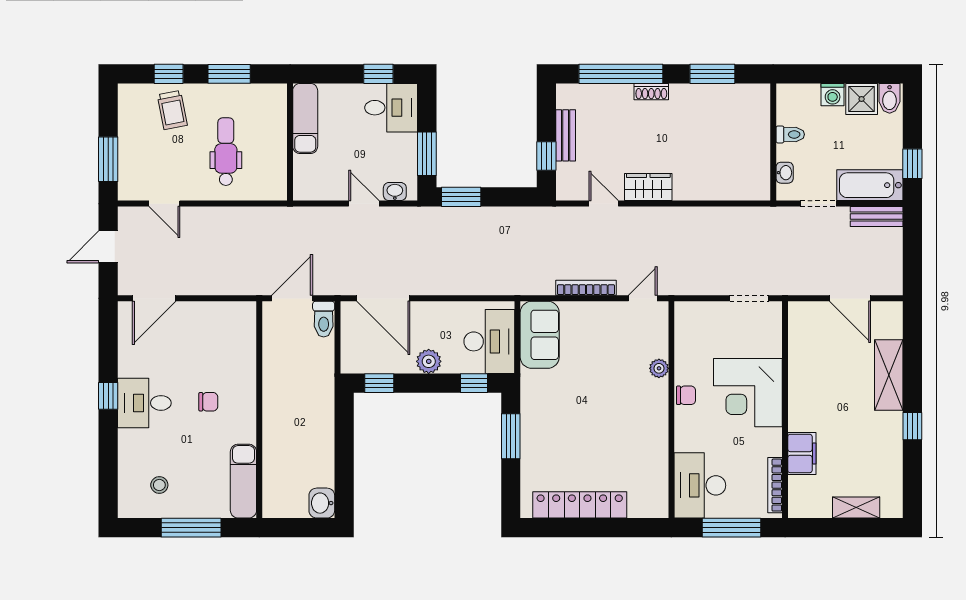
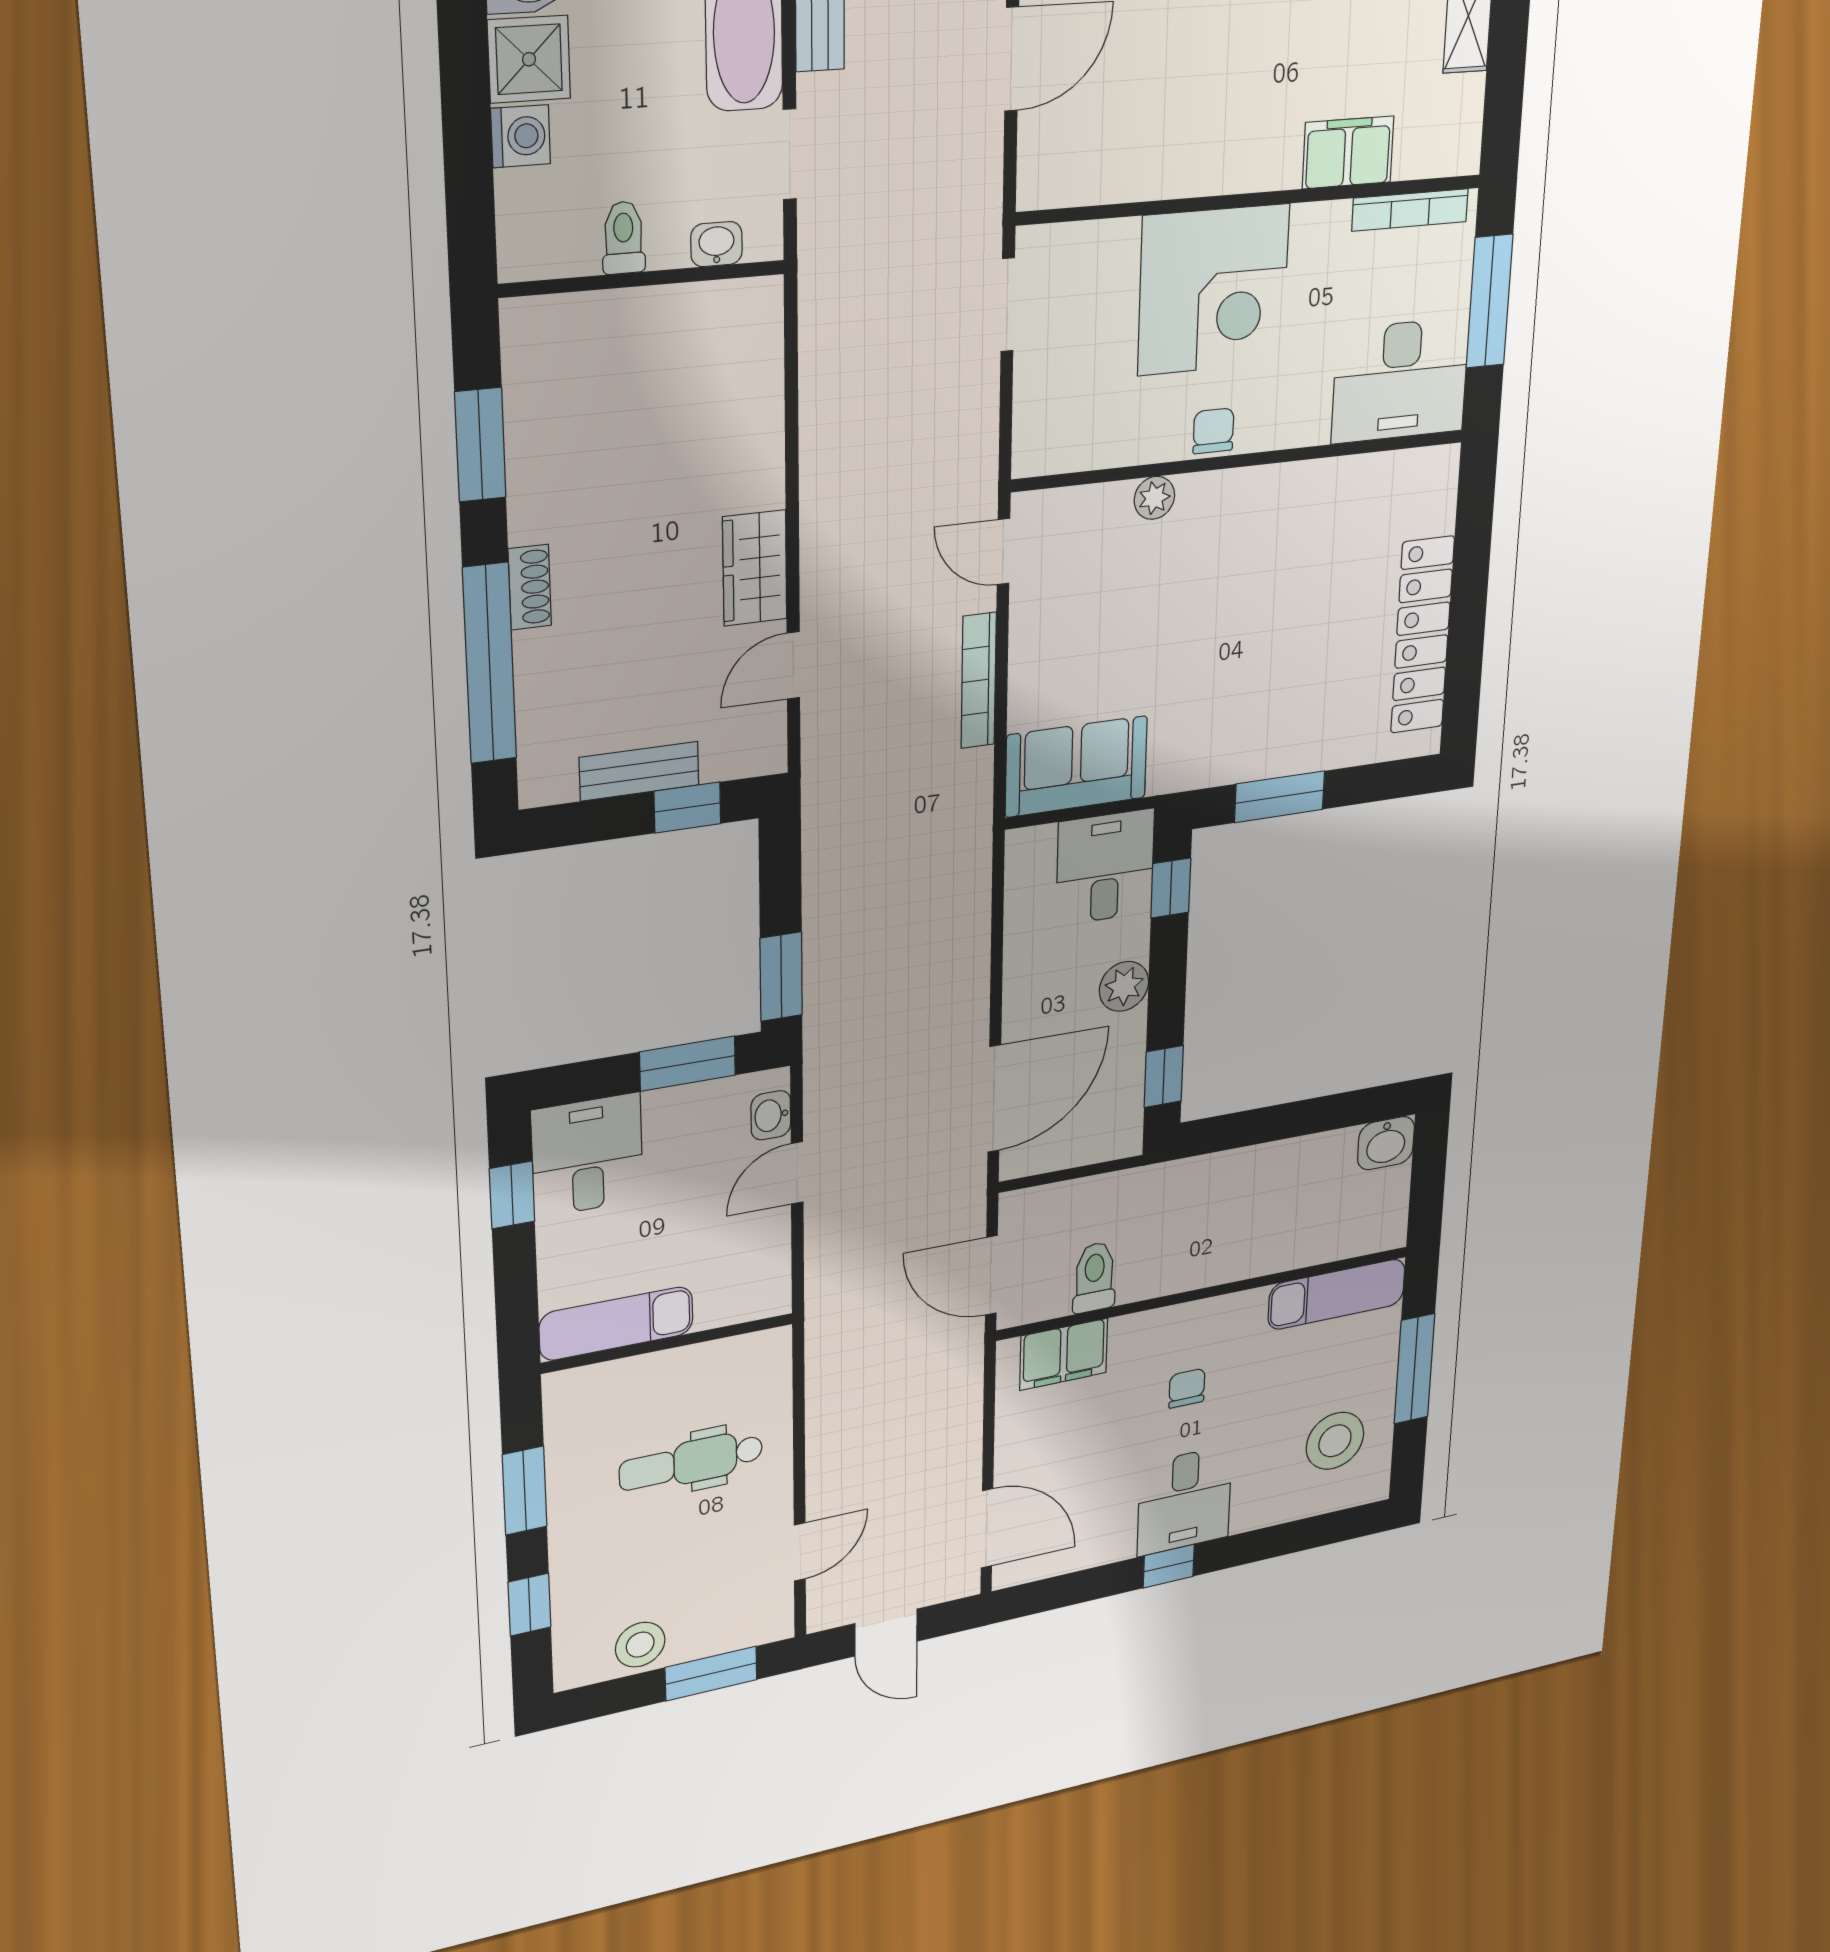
trolley: (172, 110) -> (606, 1581), removed
stool: (133, 125) -> (640, 1645), added
toilet: (324, 319) -> (1094, 1277), moved, turned -90
filing cabinet: (242, 336) -> (1064, 1354), added
desk: (489, 341) -> (1105, 867), width x0.73
stool: (159, 485) -> (1335, 1441), width x1.89, depth x1.89

